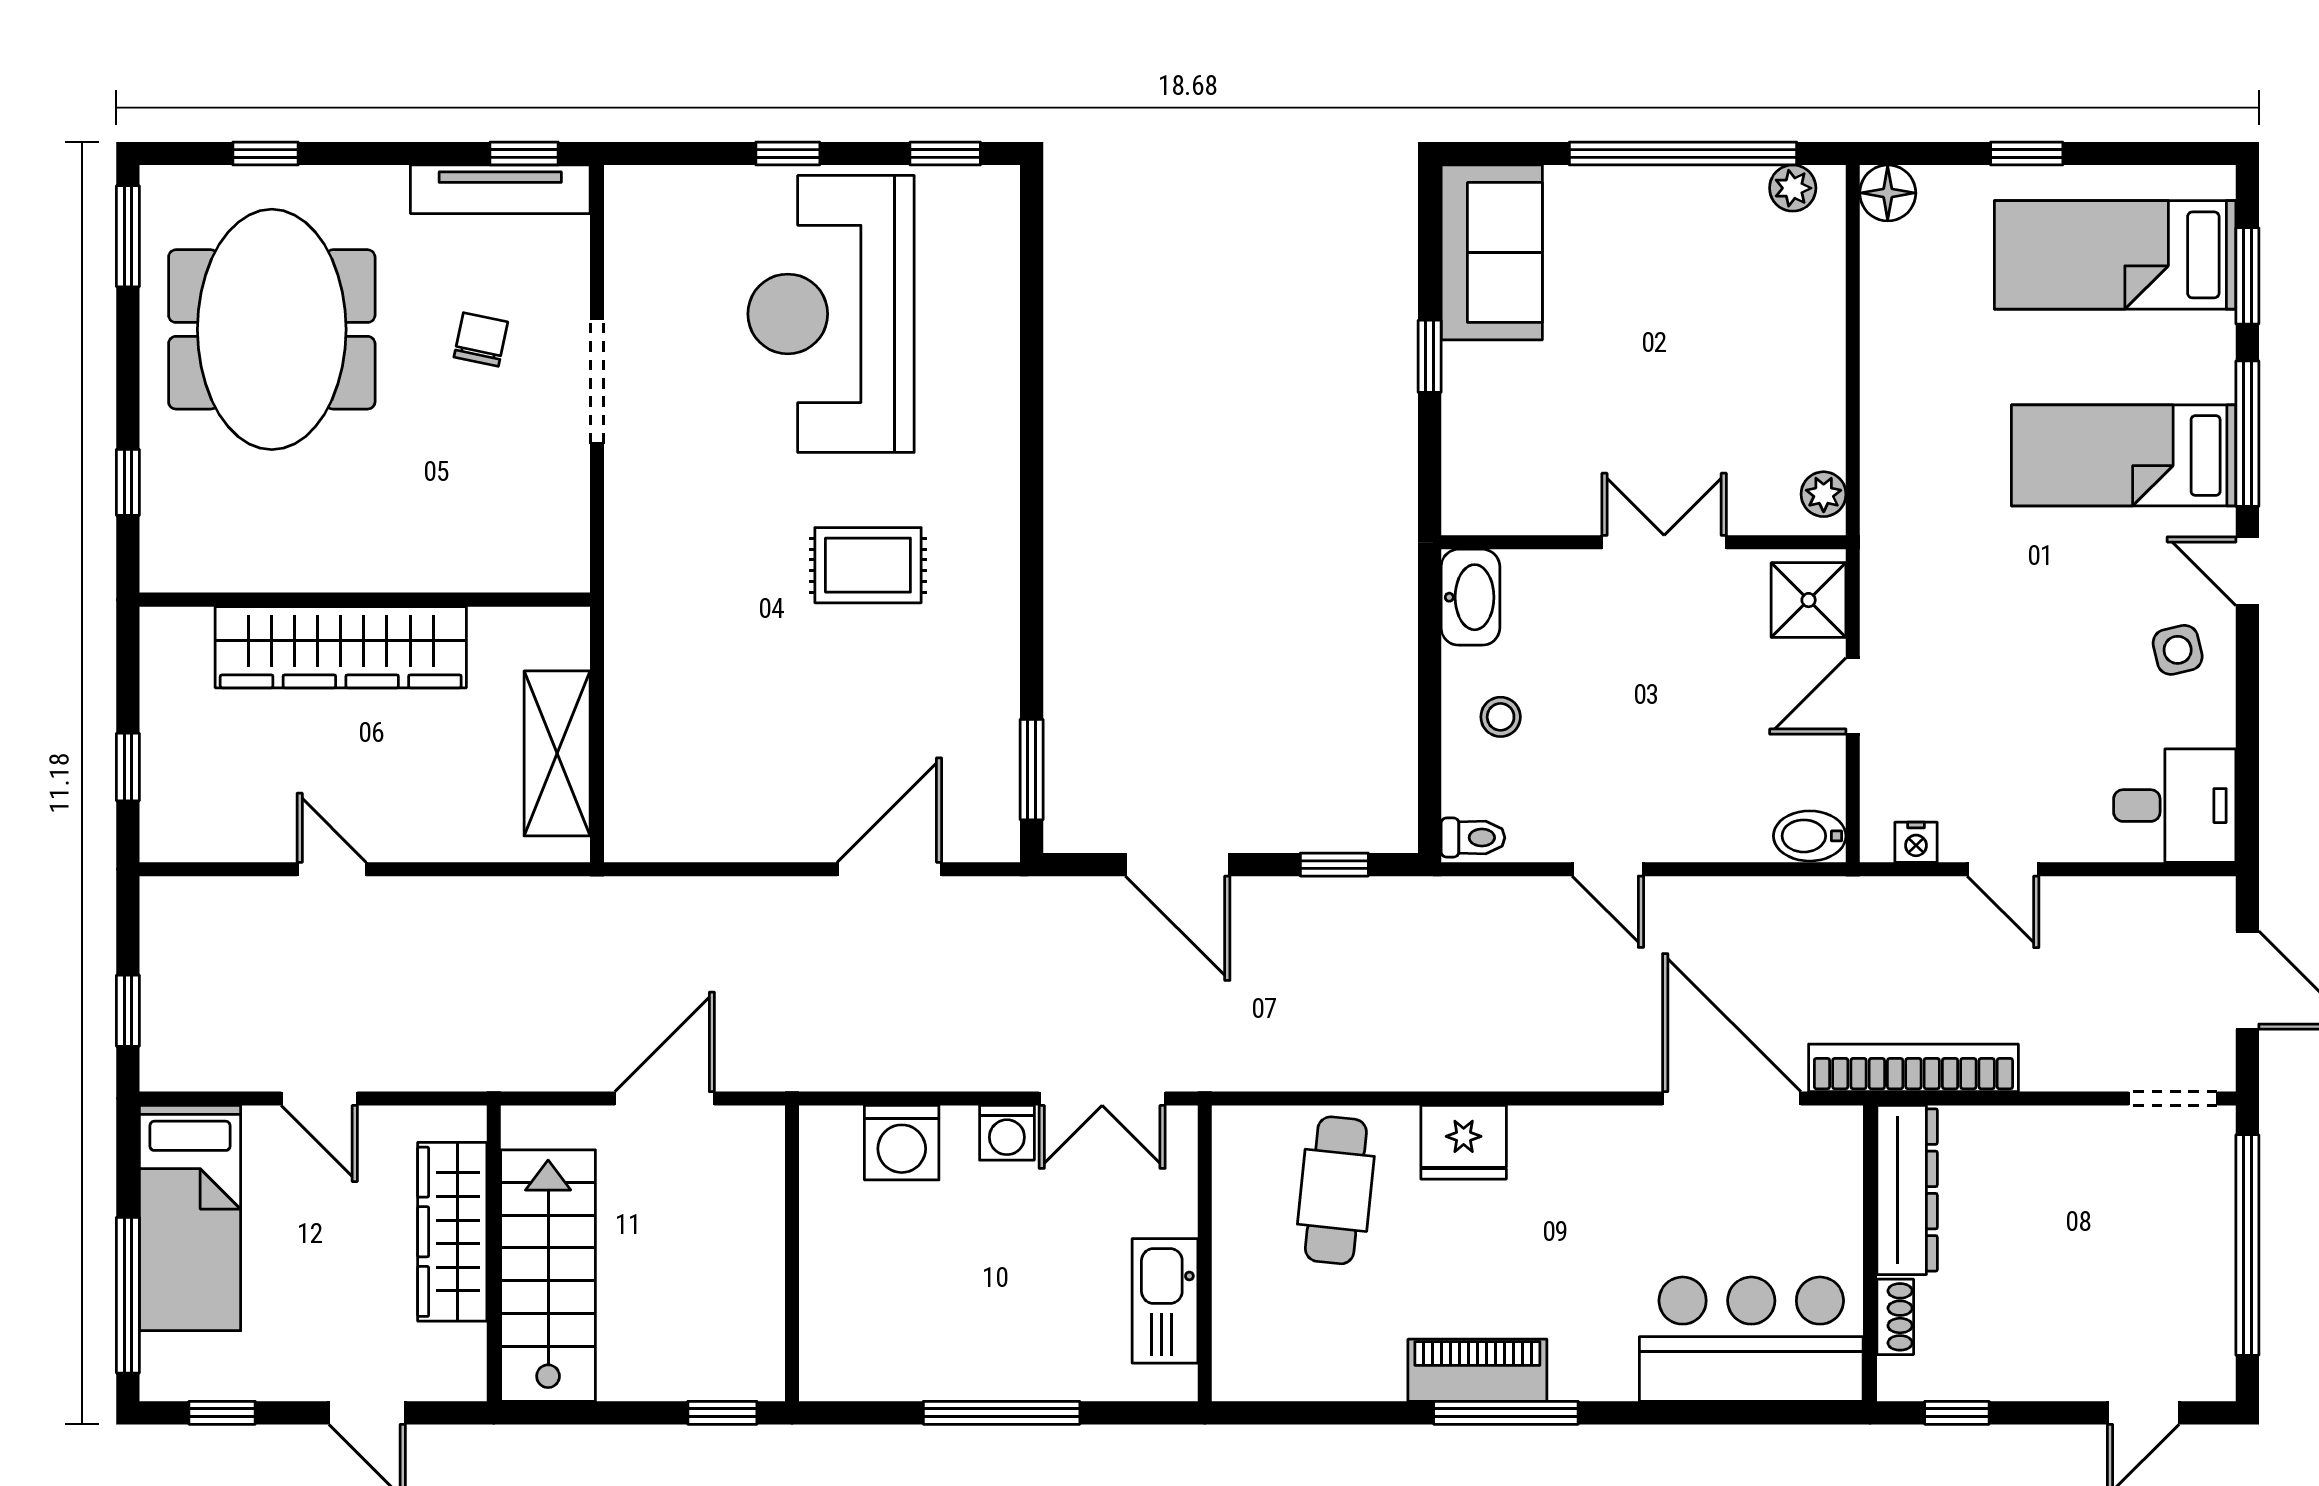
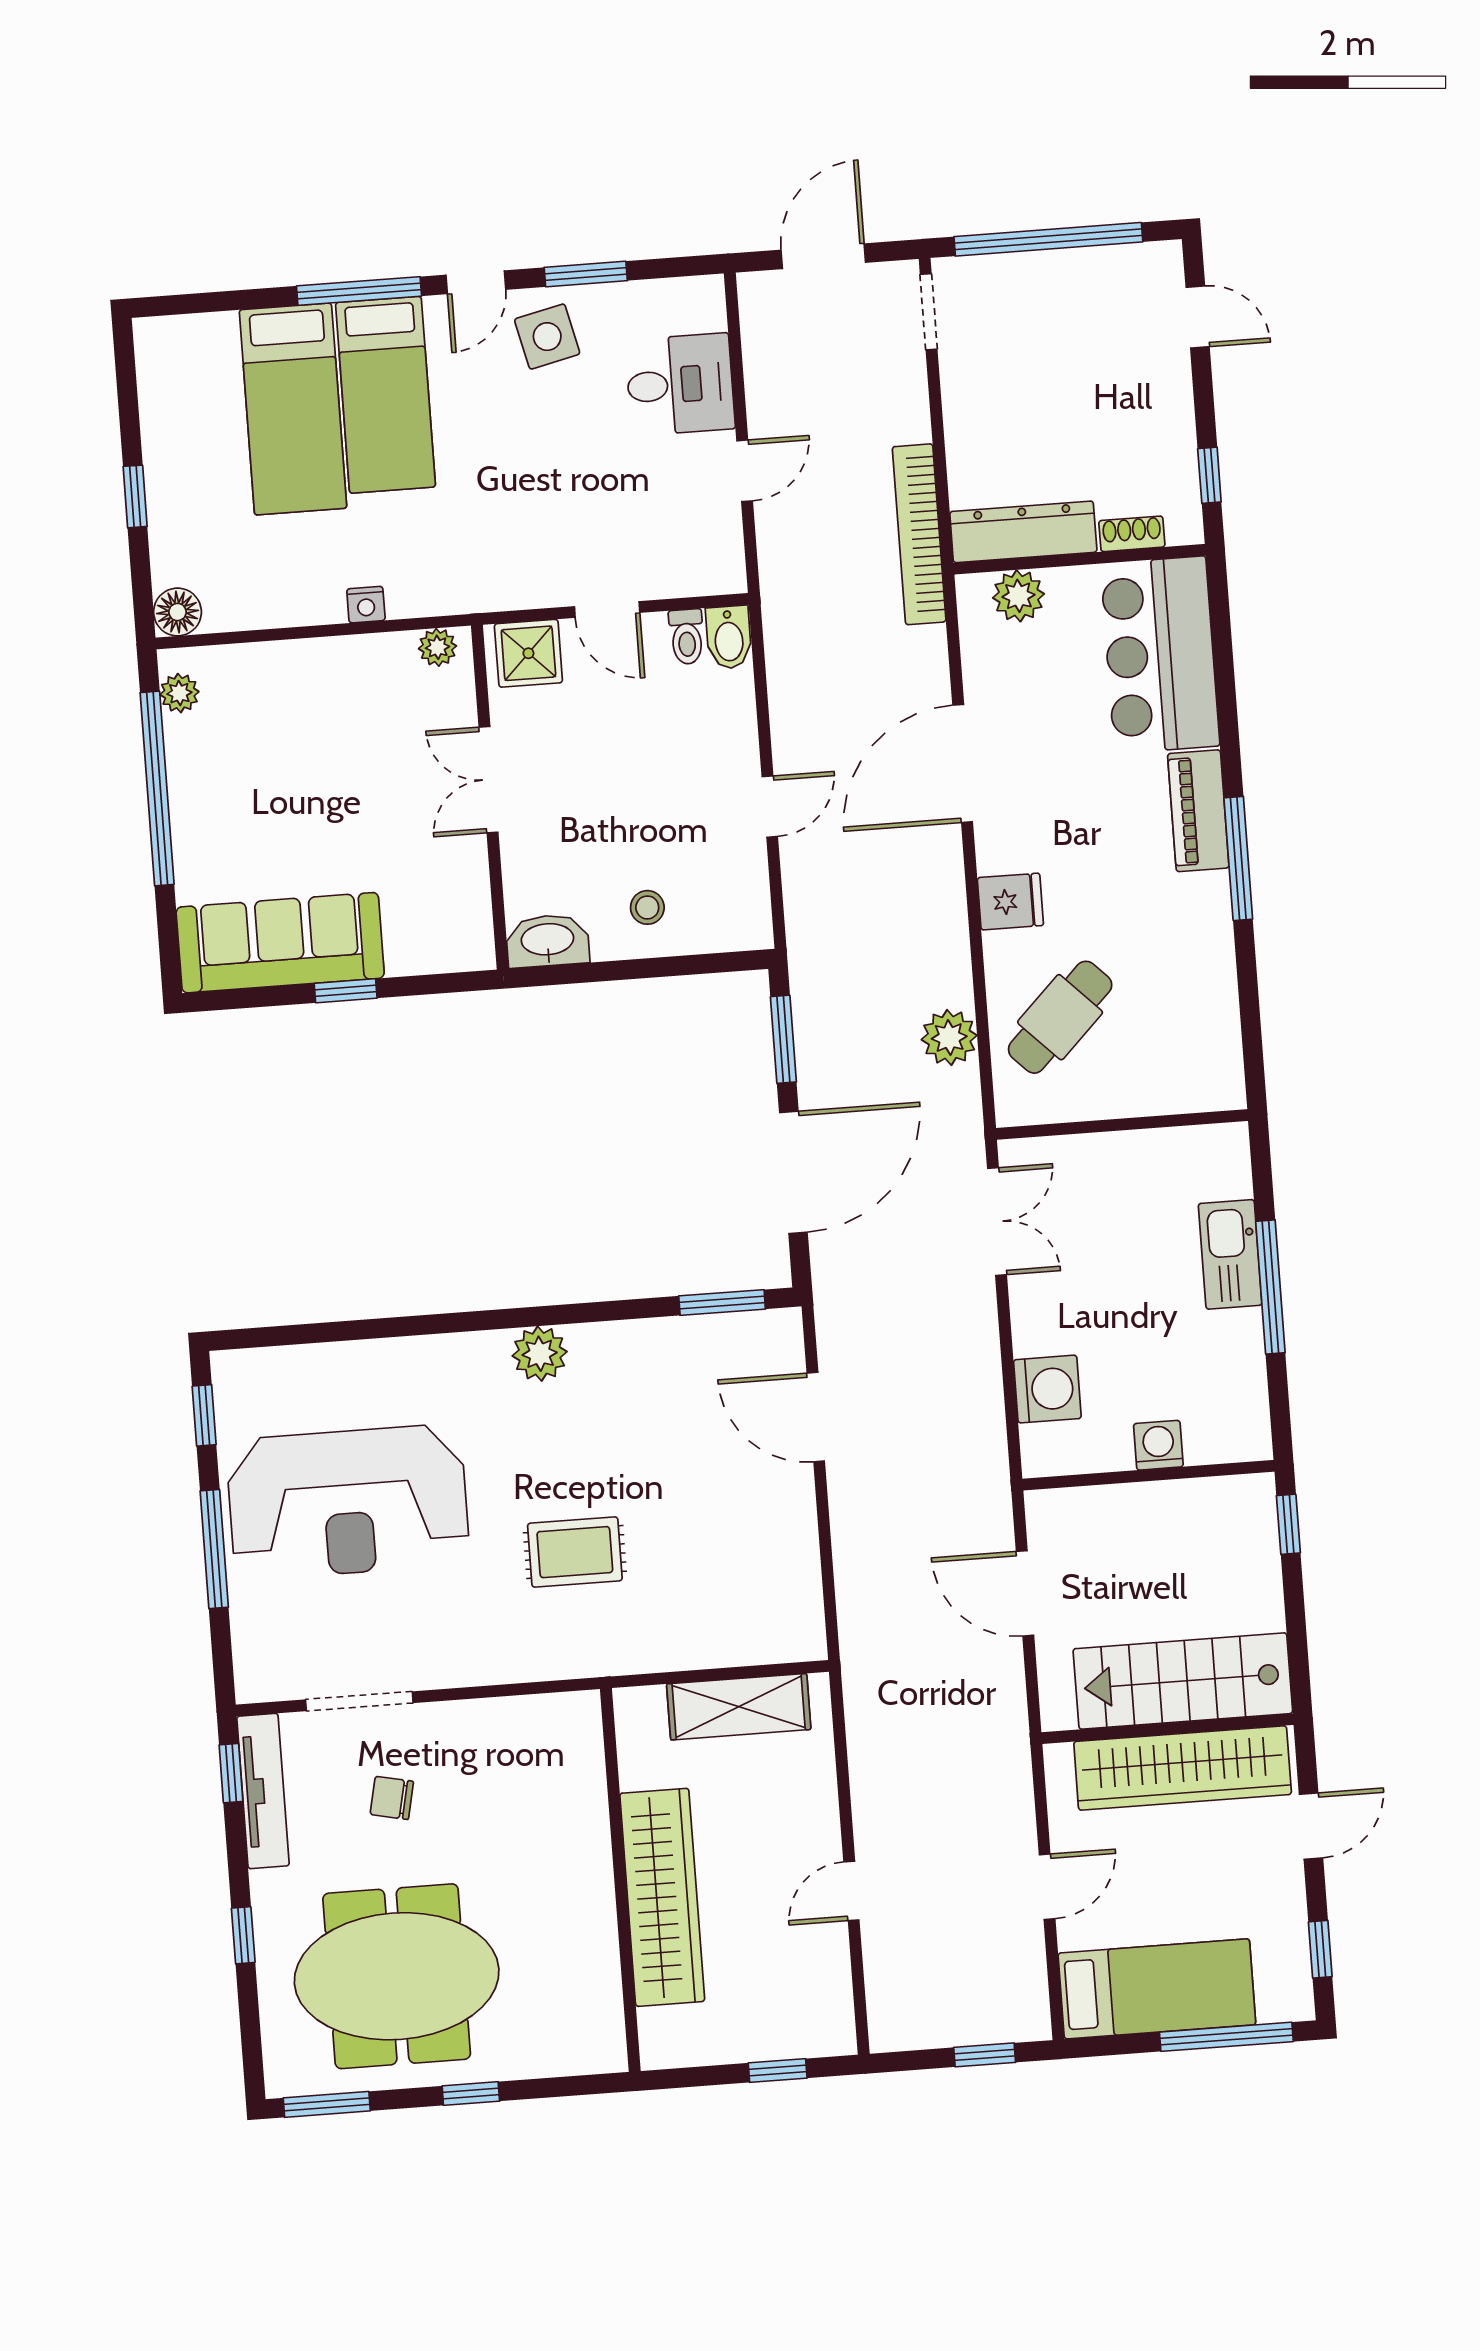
window: (265, 153) -> (243, 1935), moved
window: (788, 153) -> (214, 1549), width x2.17
sofa: (1492, 252) -> (280, 943), width x1.36
bed: (2115, 255) -> (293, 409), moved
window: (2247, 276) -> (586, 274), moved
doorway: (597, 381) -> (359, 1701), moved
window: (128, 482) -> (471, 2094), moved
plant: (988, 552) -> (540, 1354), added
rug: (868, 565) -> (575, 1552), moved, turned 90
side table: (2178, 650) -> (547, 337), width x1.37, depth x1.37
desk: (2175, 806) -> (680, 384), moved, turned 90
toilet: (1473, 838) -> (687, 637), moved, turned 180
nightstand: (1916, 842) -> (366, 605), moved, turned 90
door: (1178, 865) -> (793, 1172), width x1.36
window: (1334, 865) -> (783, 1039), width x1.50
plant: (1322, 1059) -> (949, 1038), added
door: (1732, 1099) -> (963, 763), moved
washing machine: (1007, 1133) -> (1158, 1445), moved, turned -90
fridge: (1464, 1142) -> (1010, 902), width x0.72
plant: (1833, 1179) -> (1018, 596), added
cafe table: (1336, 1190) -> (1060, 1017), turned -51
wardrobe: (452, 1232) -> (1183, 1768), width x1.40, depth x1.17
kitchen sink: (1165, 1301) -> (1230, 1254), moved, turned 90
piano: (1477, 1370) -> (1198, 811), moved

